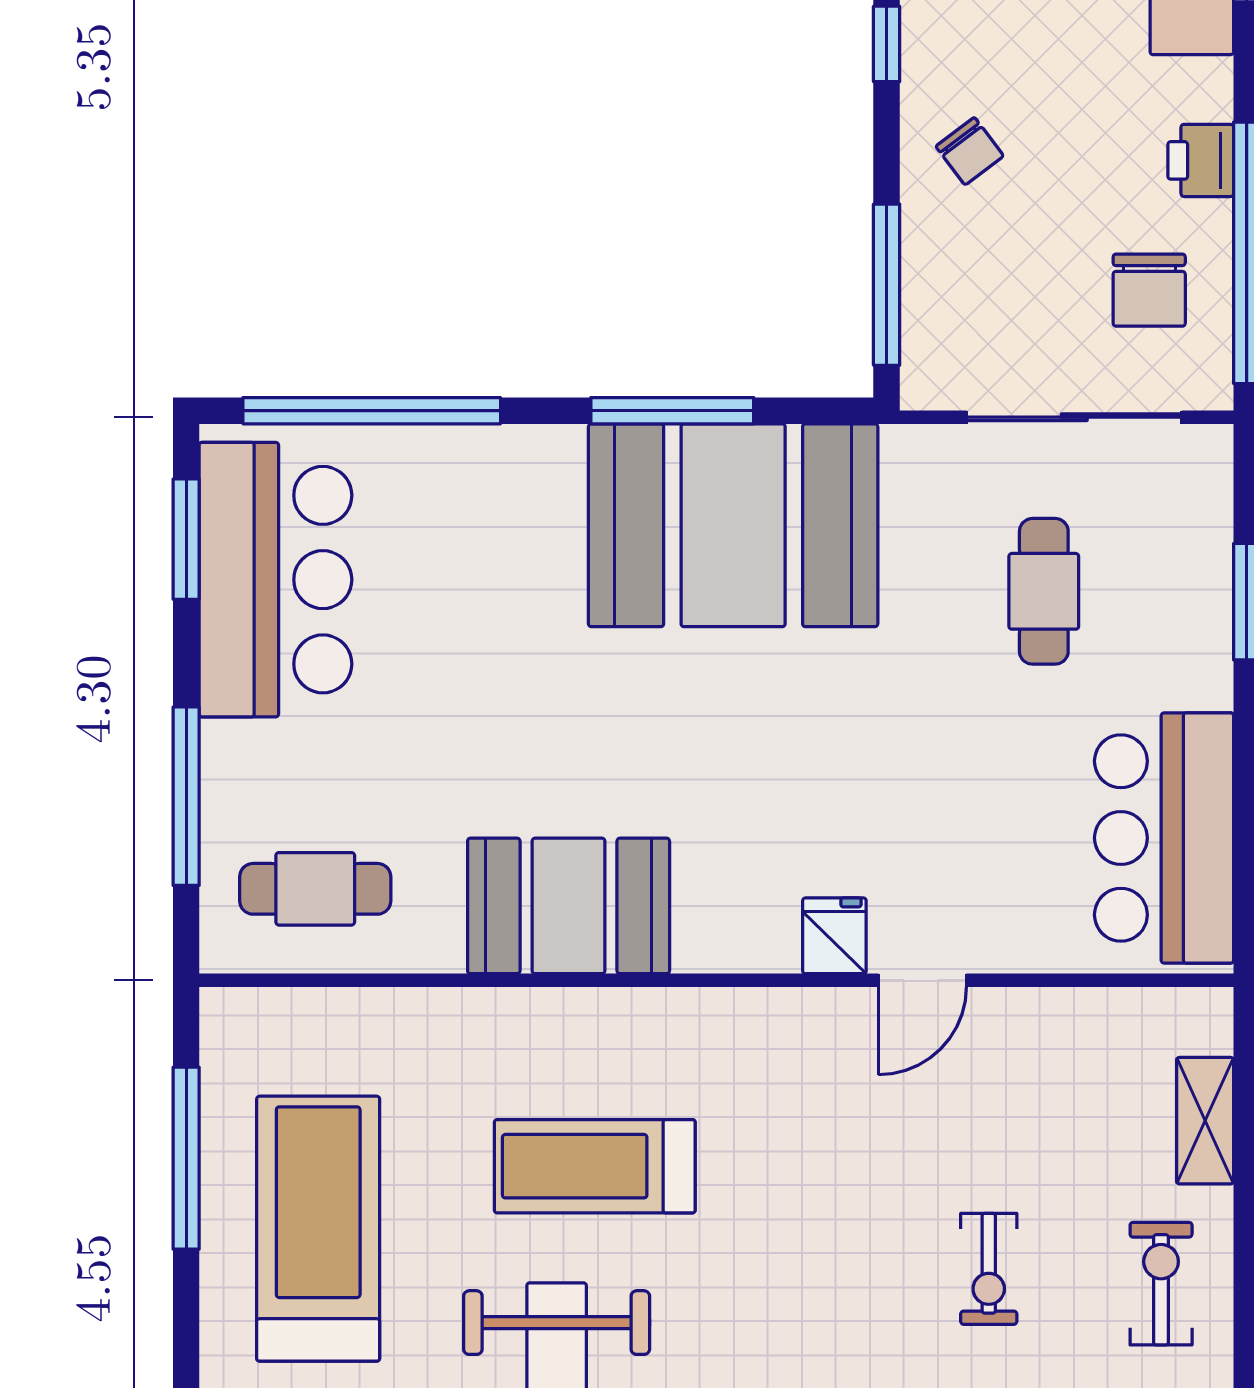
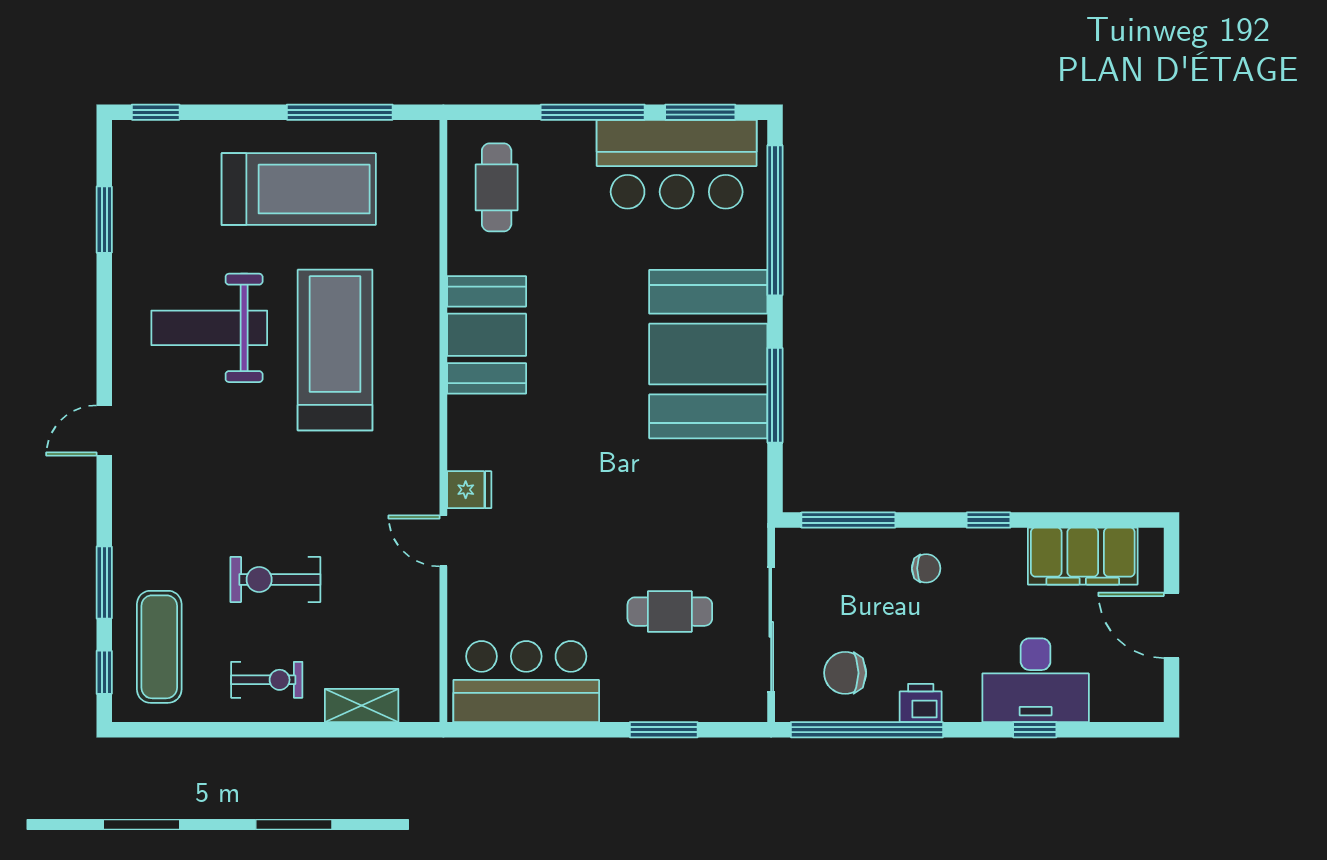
chair: (970, 151) -> (926, 568), turned -143
booth: (733, 525) -> (708, 354), moved
window: (186, 796) -> (593, 112), moved
treadmill: (595, 1166) -> (335, 350), width x1.37, depth x1.38
exercise bike: (989, 1269) -> (275, 579), width x1.38, depth x1.39

